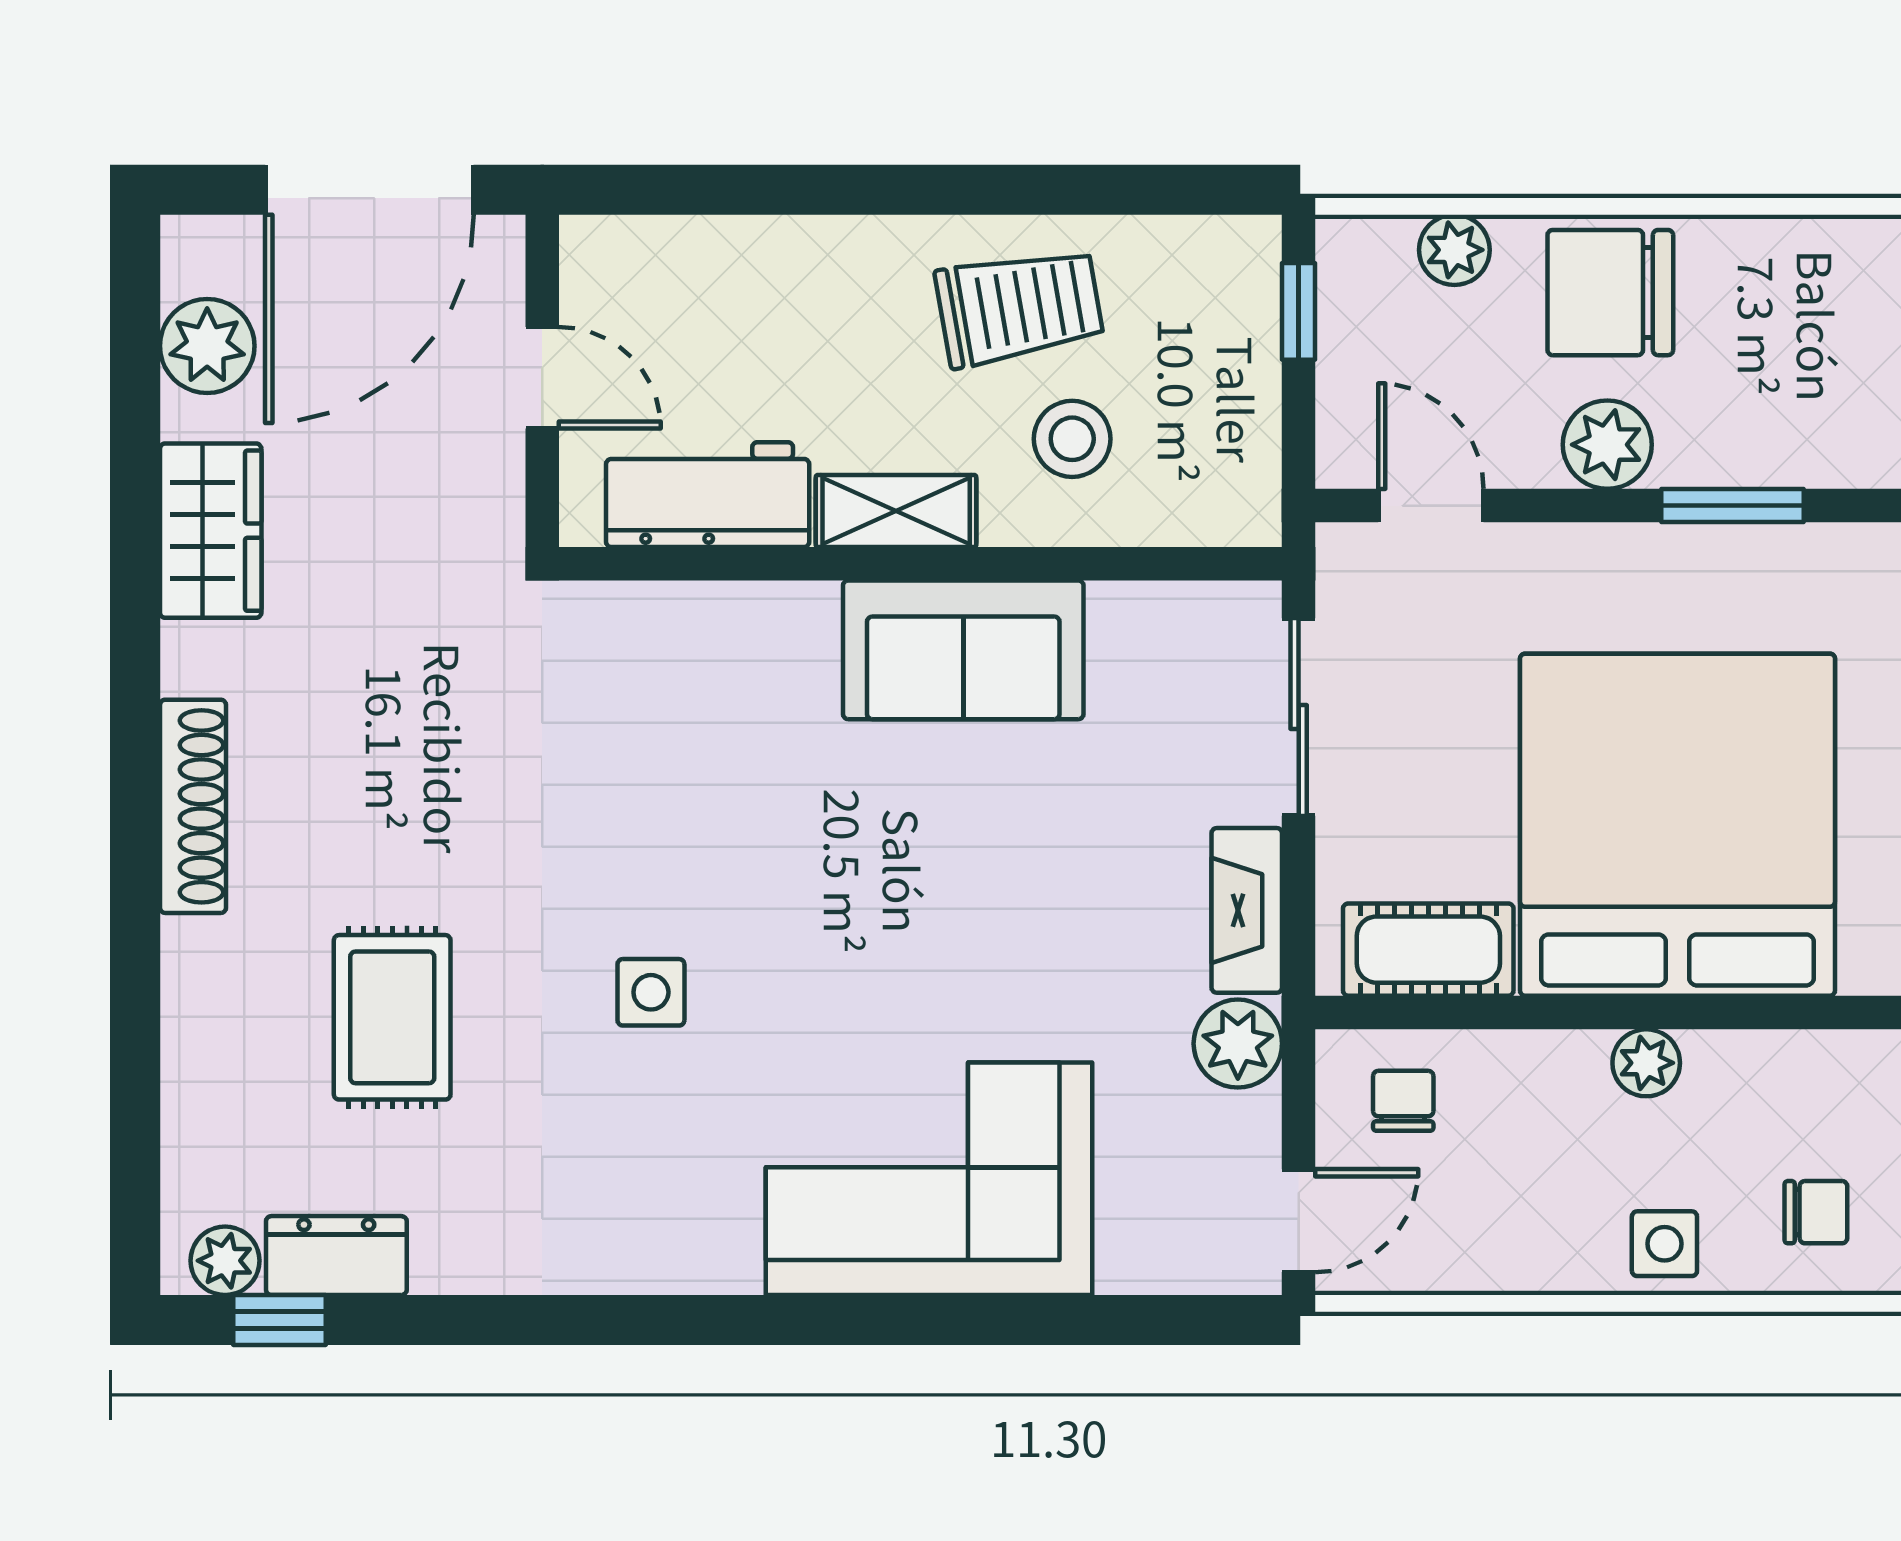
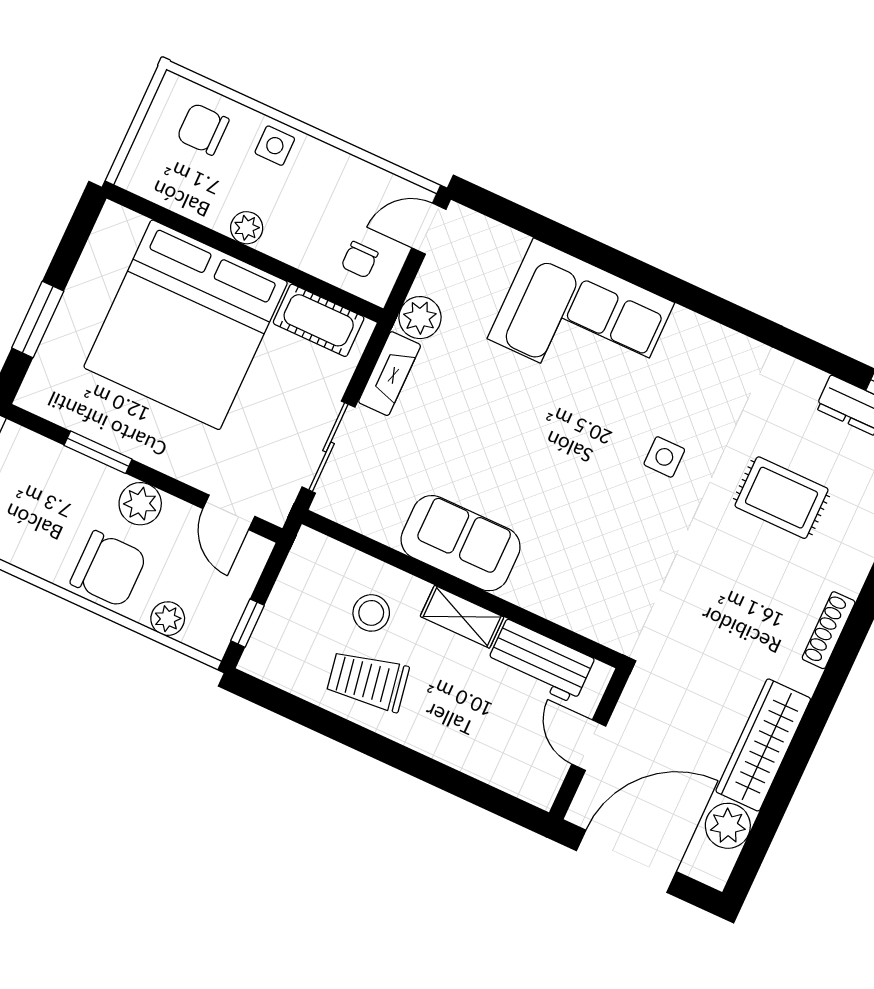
wardrobe: (211, 531) -> (763, 745), width x1.50
shoe rack: (193, 806) -> (829, 630), width x0.74, depth x0.81
rug: (392, 1017) -> (782, 498), turned 90
chair: (1816, 1212) -> (203, 129), width x1.37, depth x1.37

